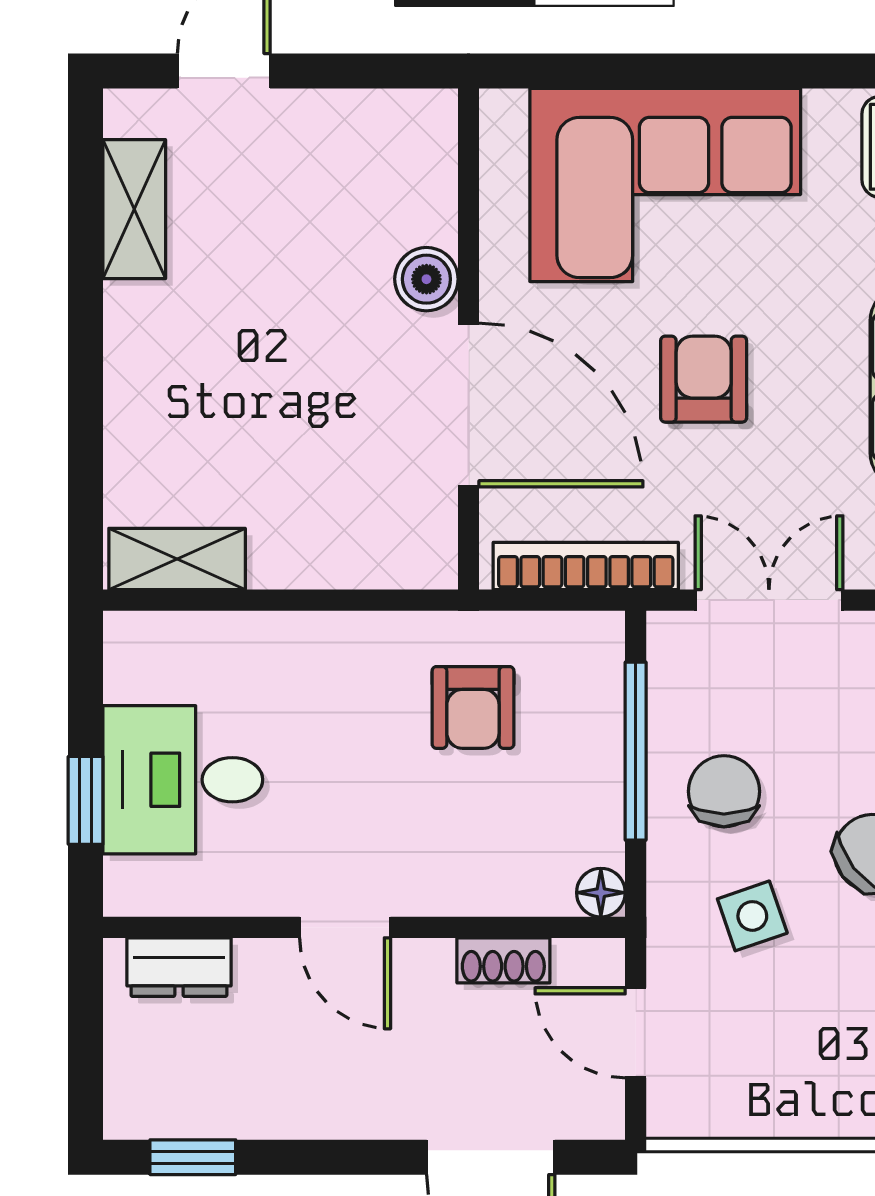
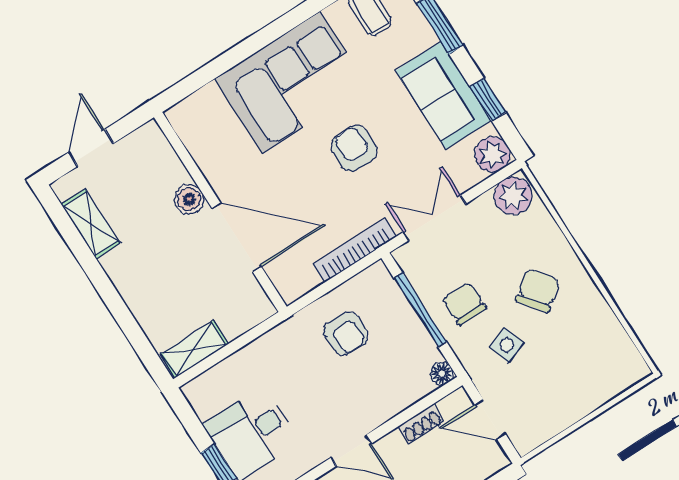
boiler: (426, 279) -> (189, 199), moved
wall: (469, 339) -> (220, 212), moved
door: (469, 405) -> (237, 238), moved

